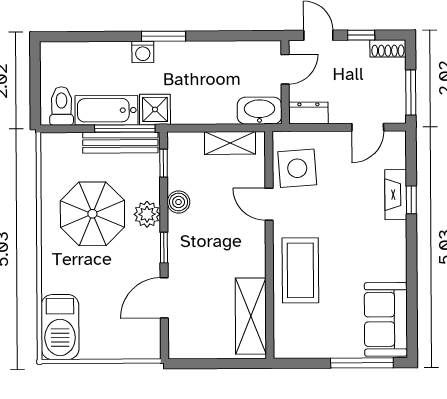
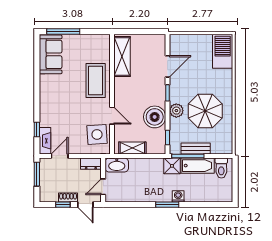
shoe rack: (388, 48) -> (68, 197), moved
bench: (120, 143) -> (196, 148), width x0.73
fireplace: (396, 195) -> (45, 141), moved
window: (411, 200) -> (37, 130), moved
boiler: (179, 202) -> (155, 117), width x1.86, depth x1.86

